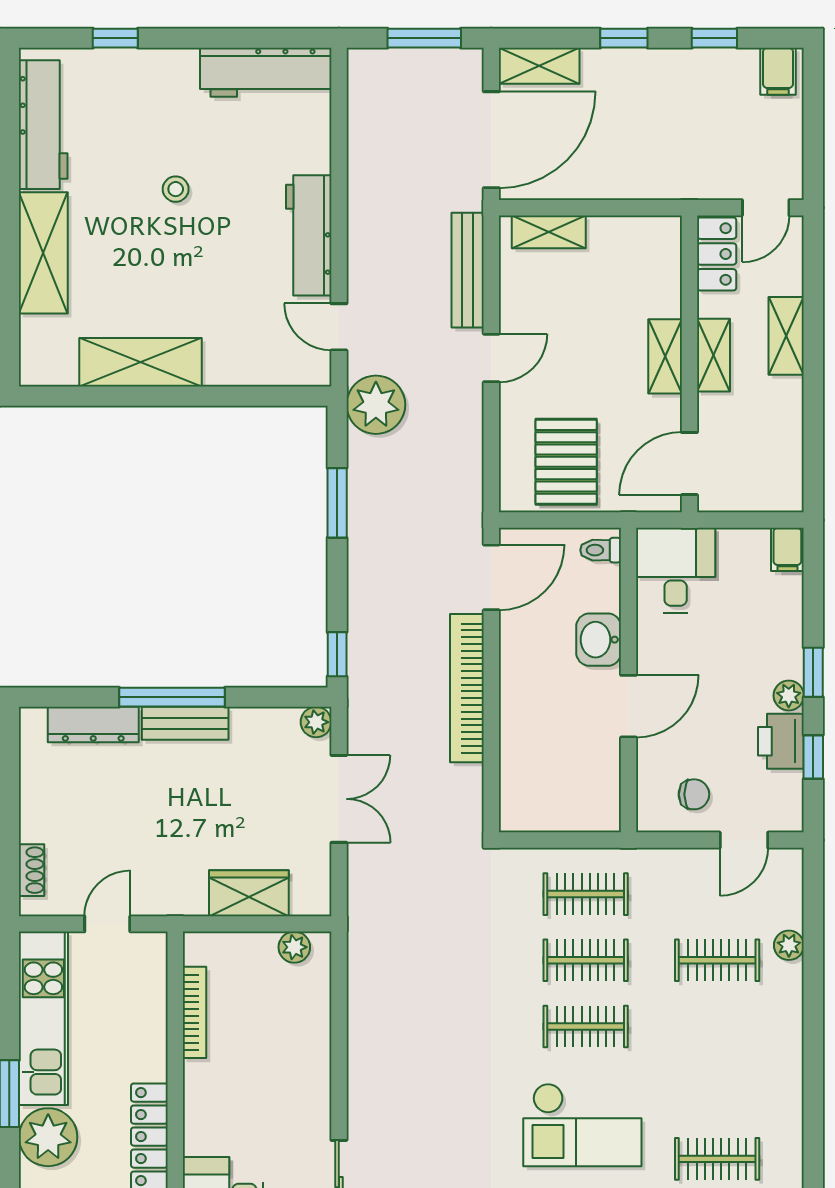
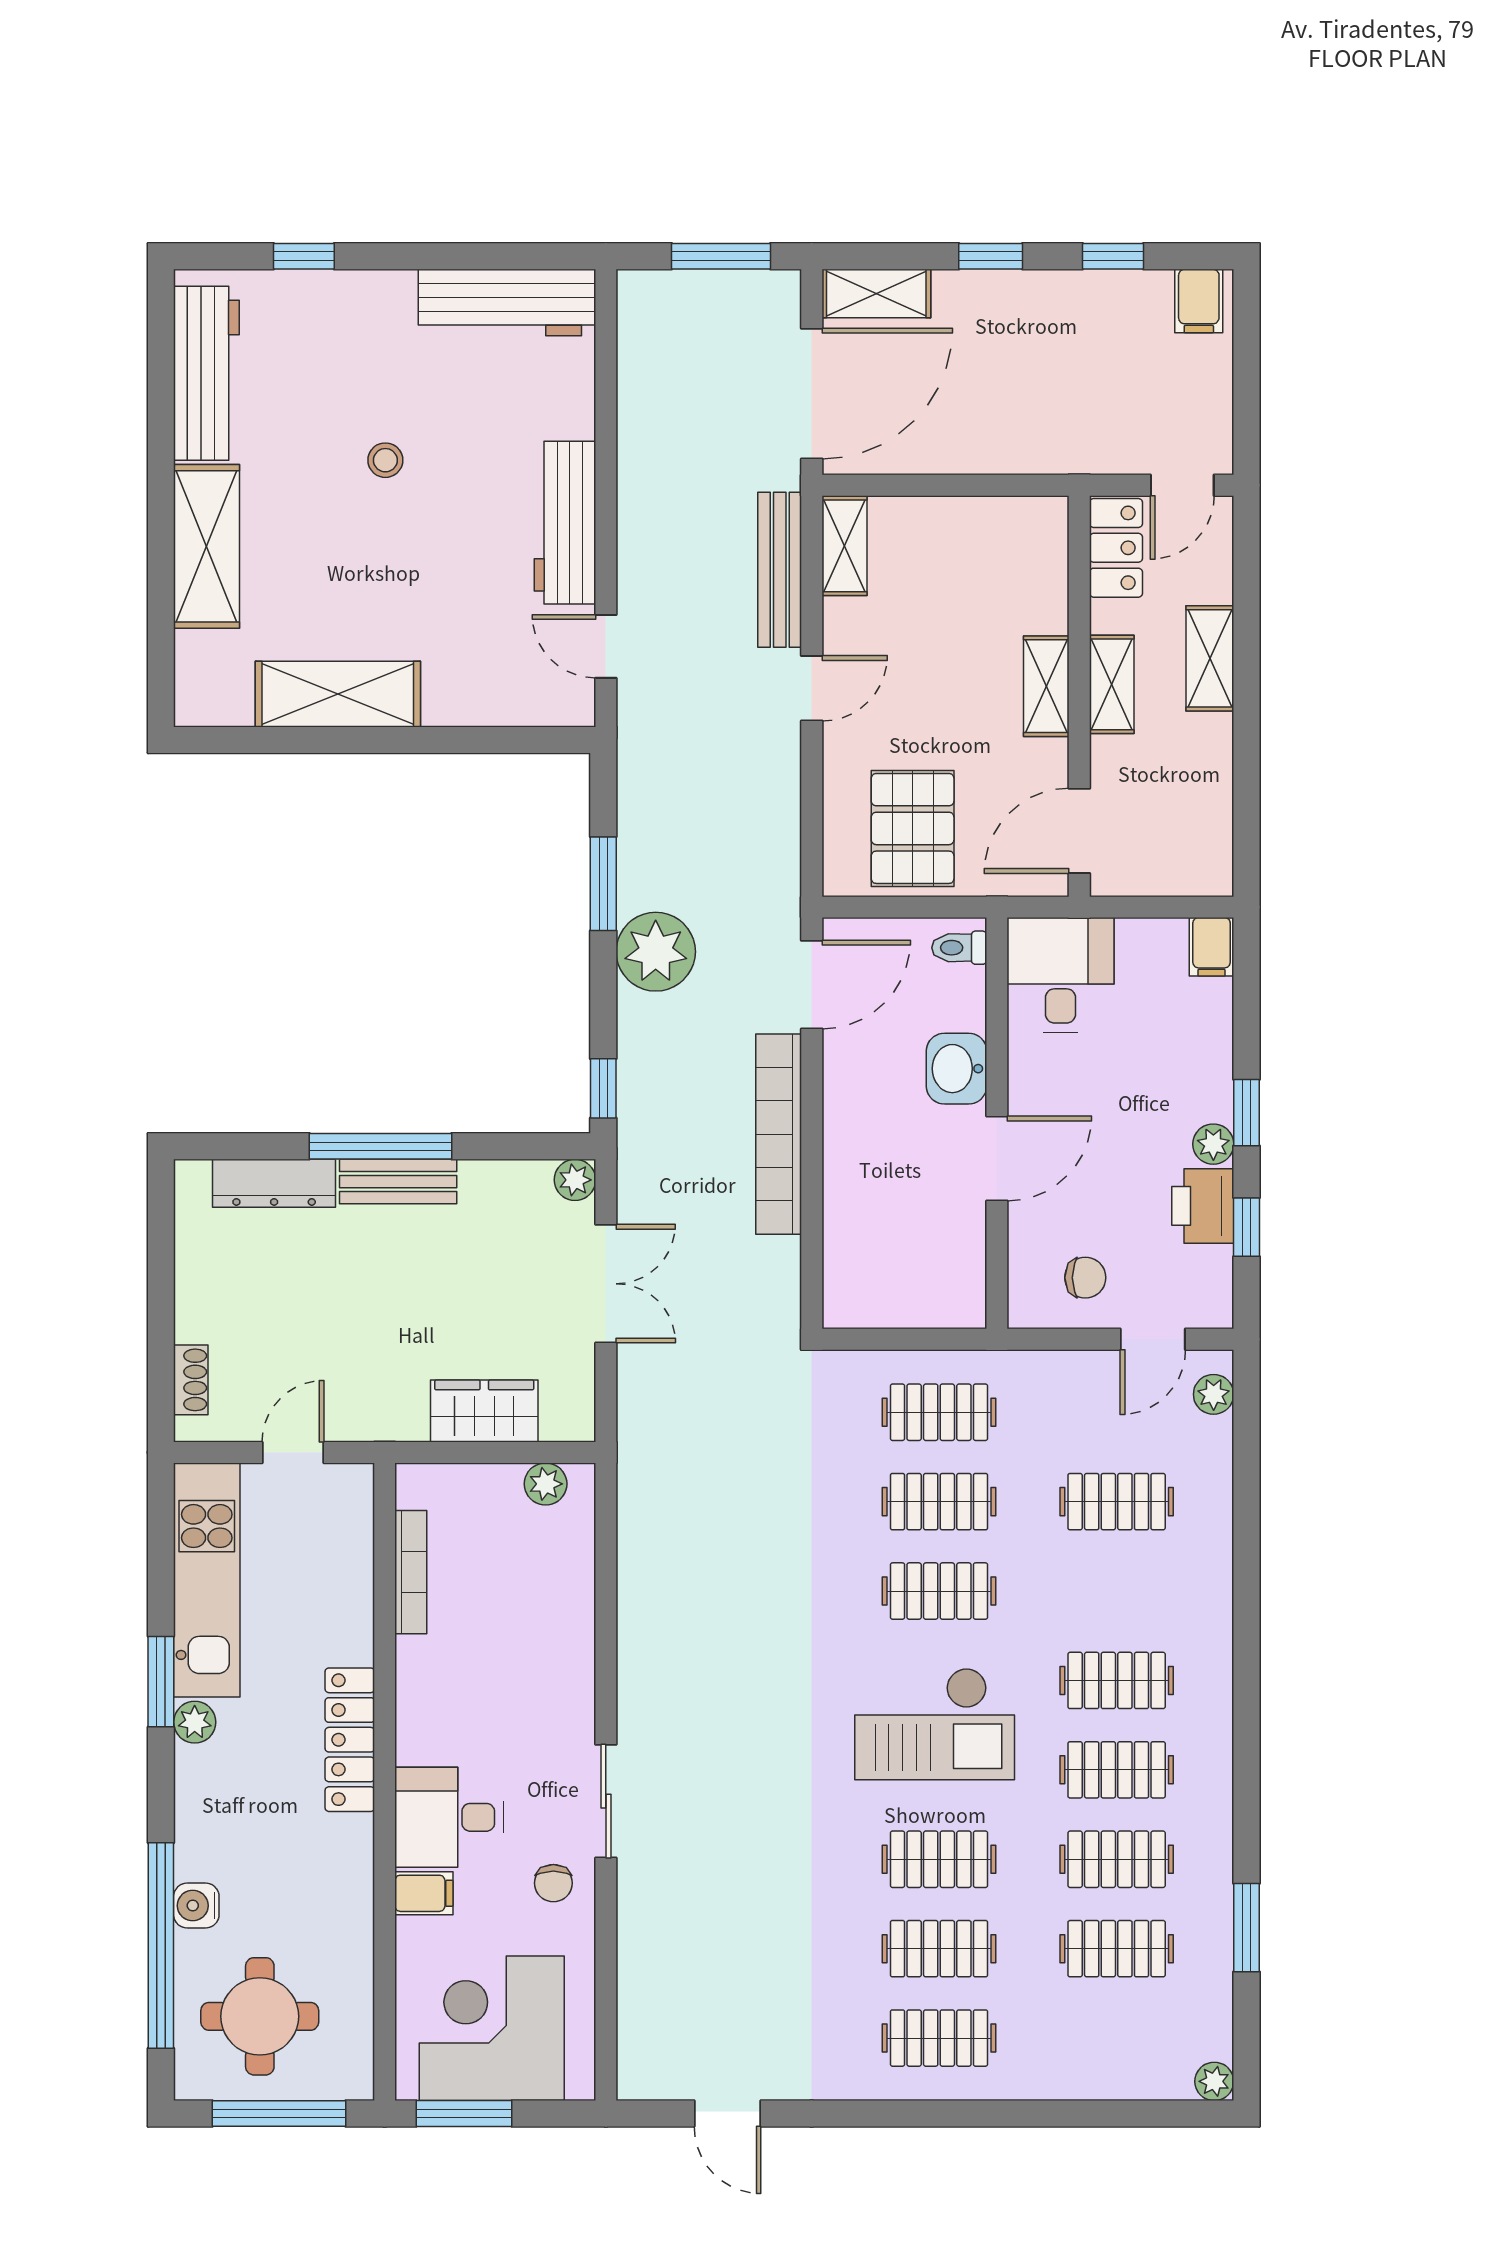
shelving: (549, 232) -> (844, 546), moved, turned 90
plant: (376, 405) -> (656, 952), moved
plant: (789, 945) -> (1214, 1394), moved
clothes rail: (717, 1093) -> (1117, 1680), added
plant: (48, 1137) -> (195, 1722), width x0.53, depth x0.53

